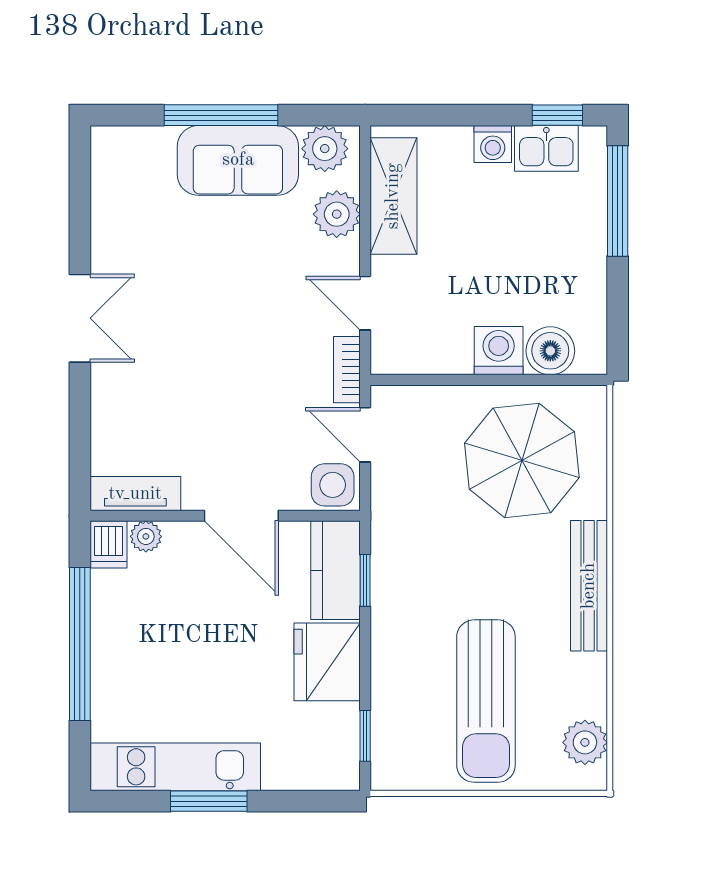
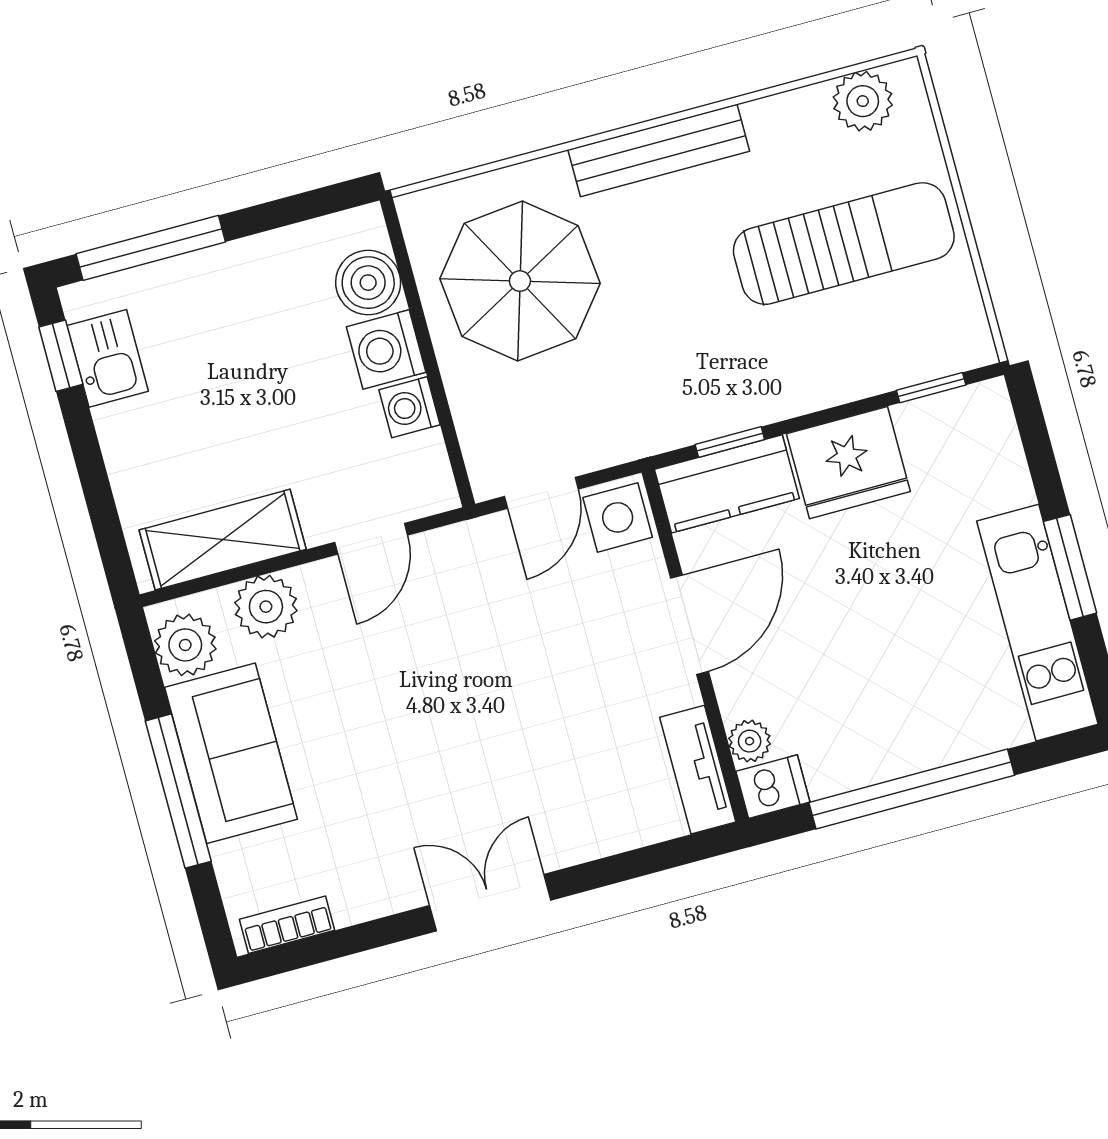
washing machine: (493, 144) -> (409, 407), moved, turned 180
bookcase: (347, 370) -> (287, 925), moved, turned 180

